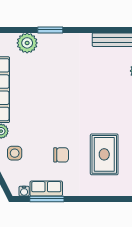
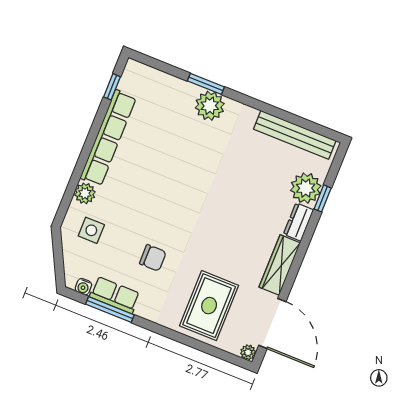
plant: (27, 43) -> (210, 106), moved
rug: (104, 154) -> (209, 306), moved

